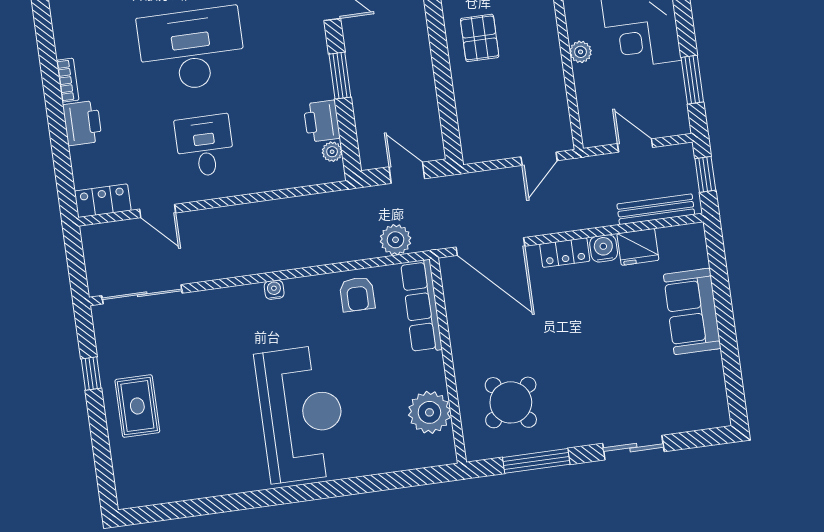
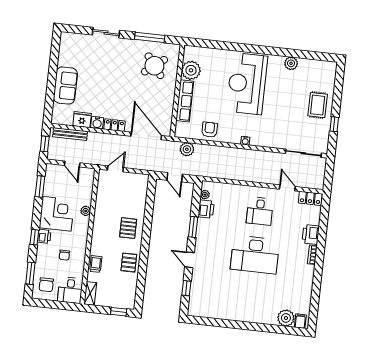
row of seats: (422, 306) -> (185, 101), moved
plant: (217, 482) -> (291, 63), added

